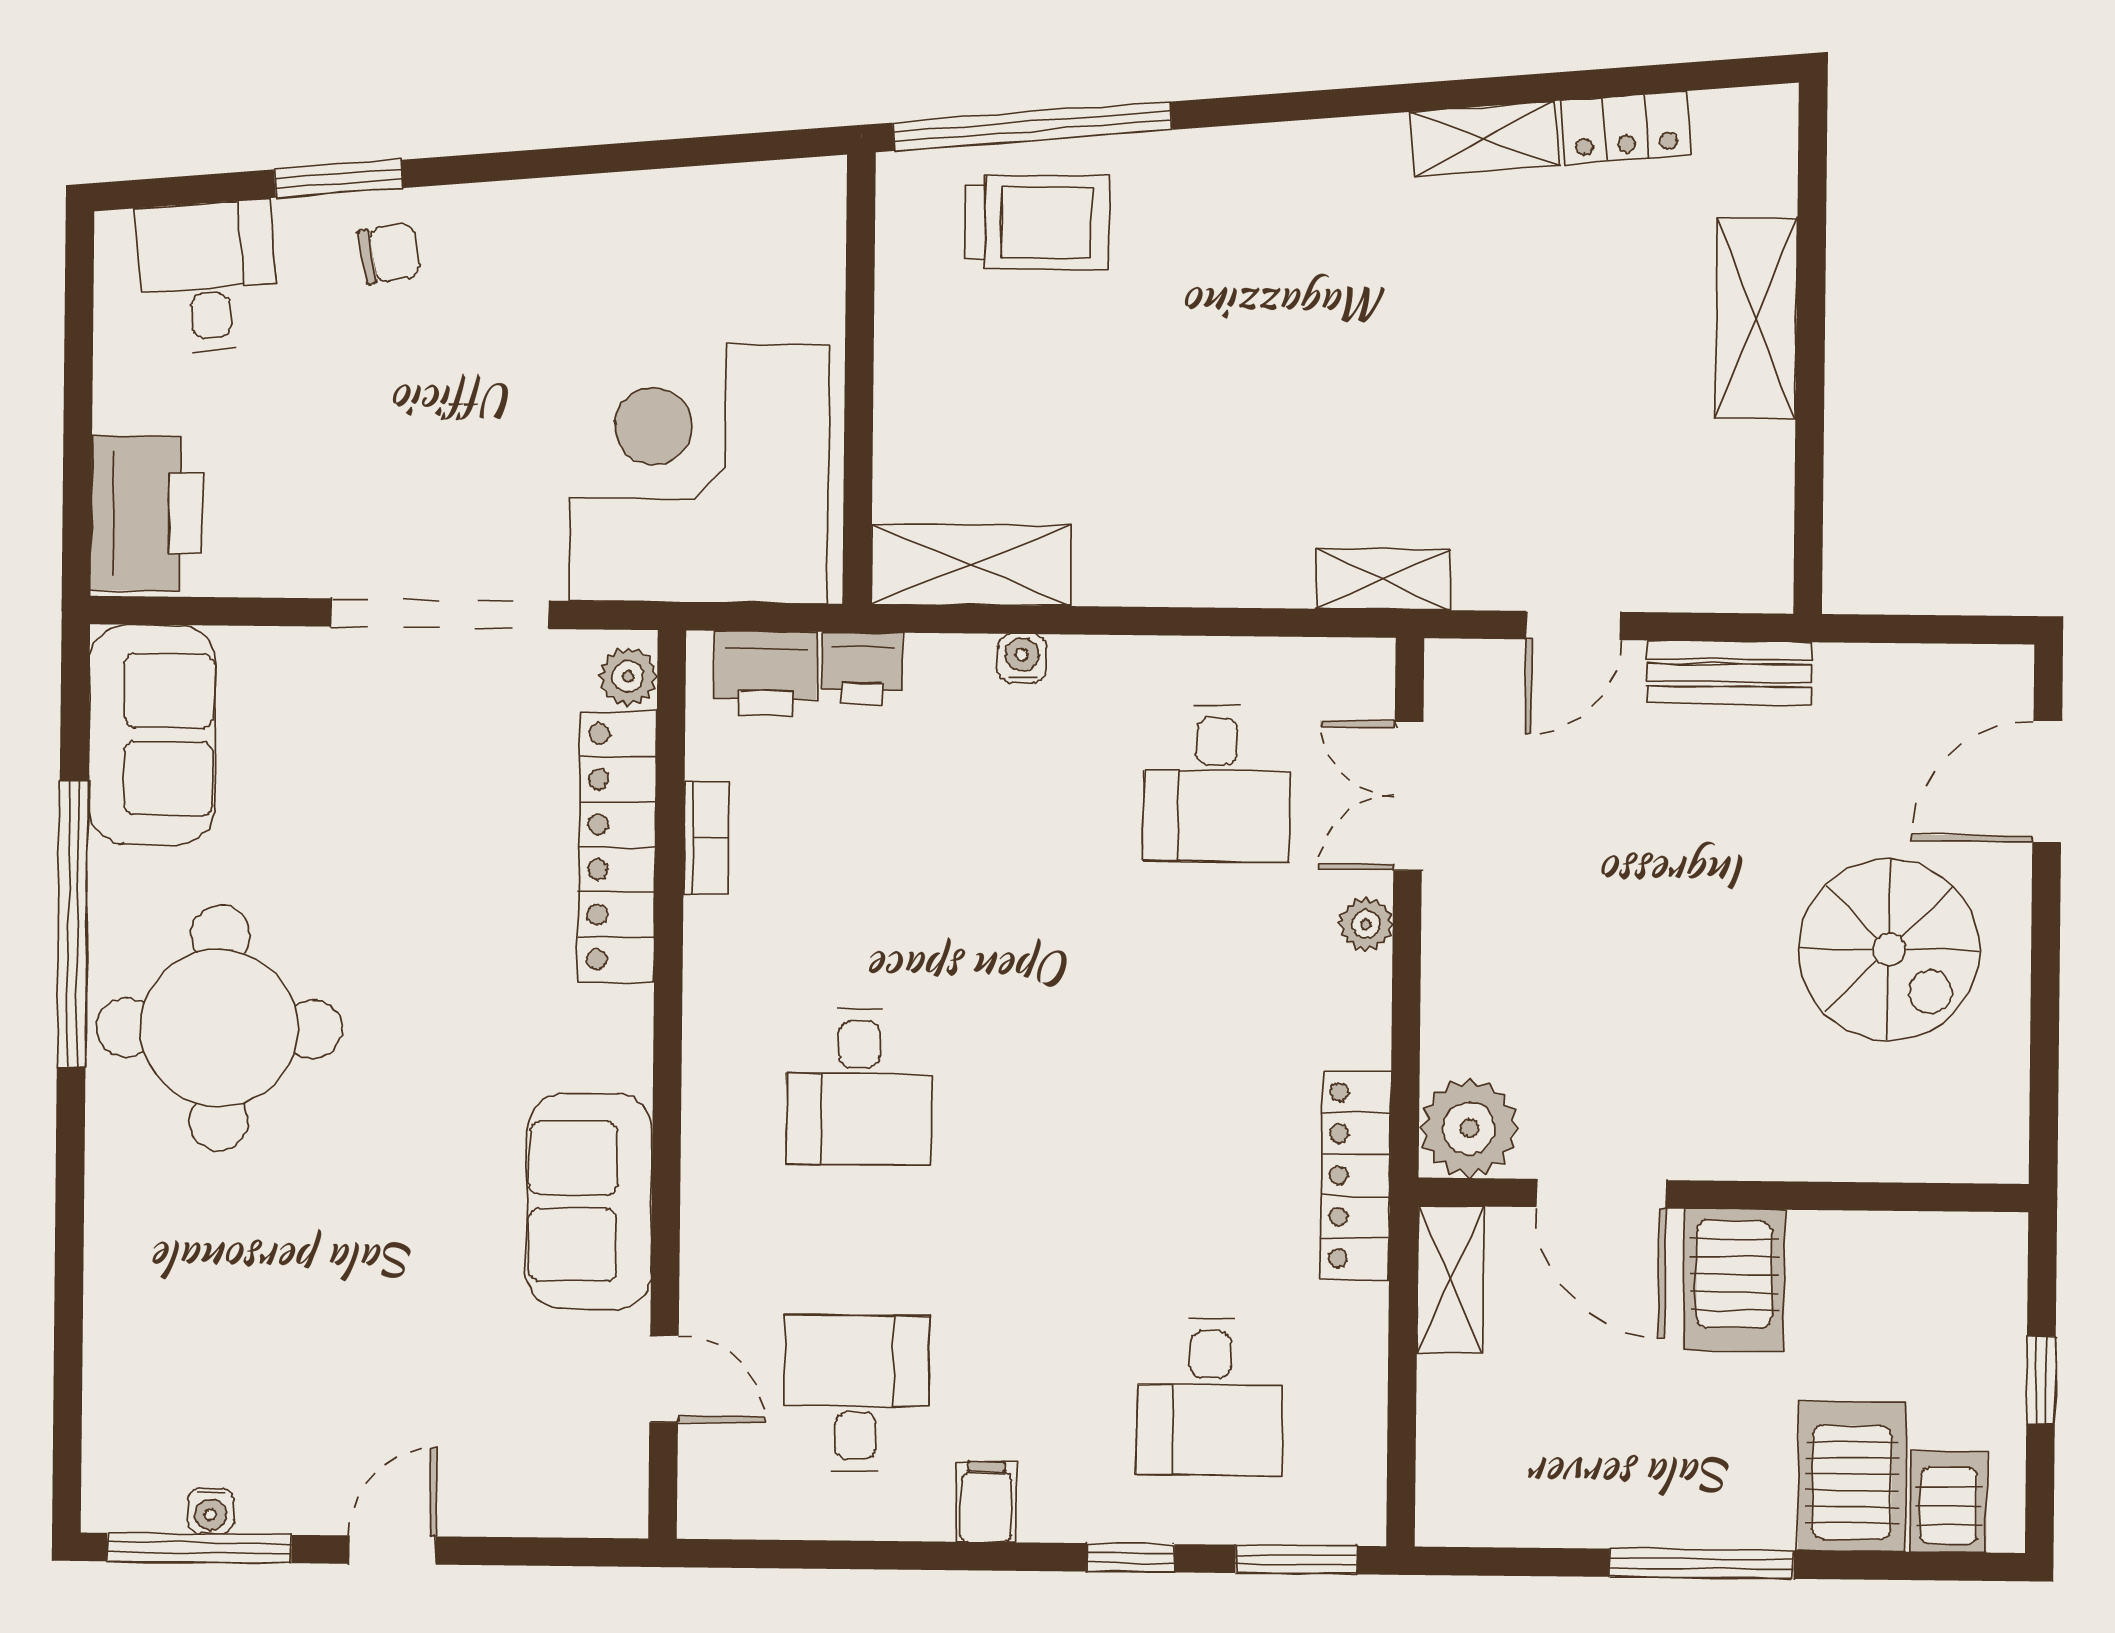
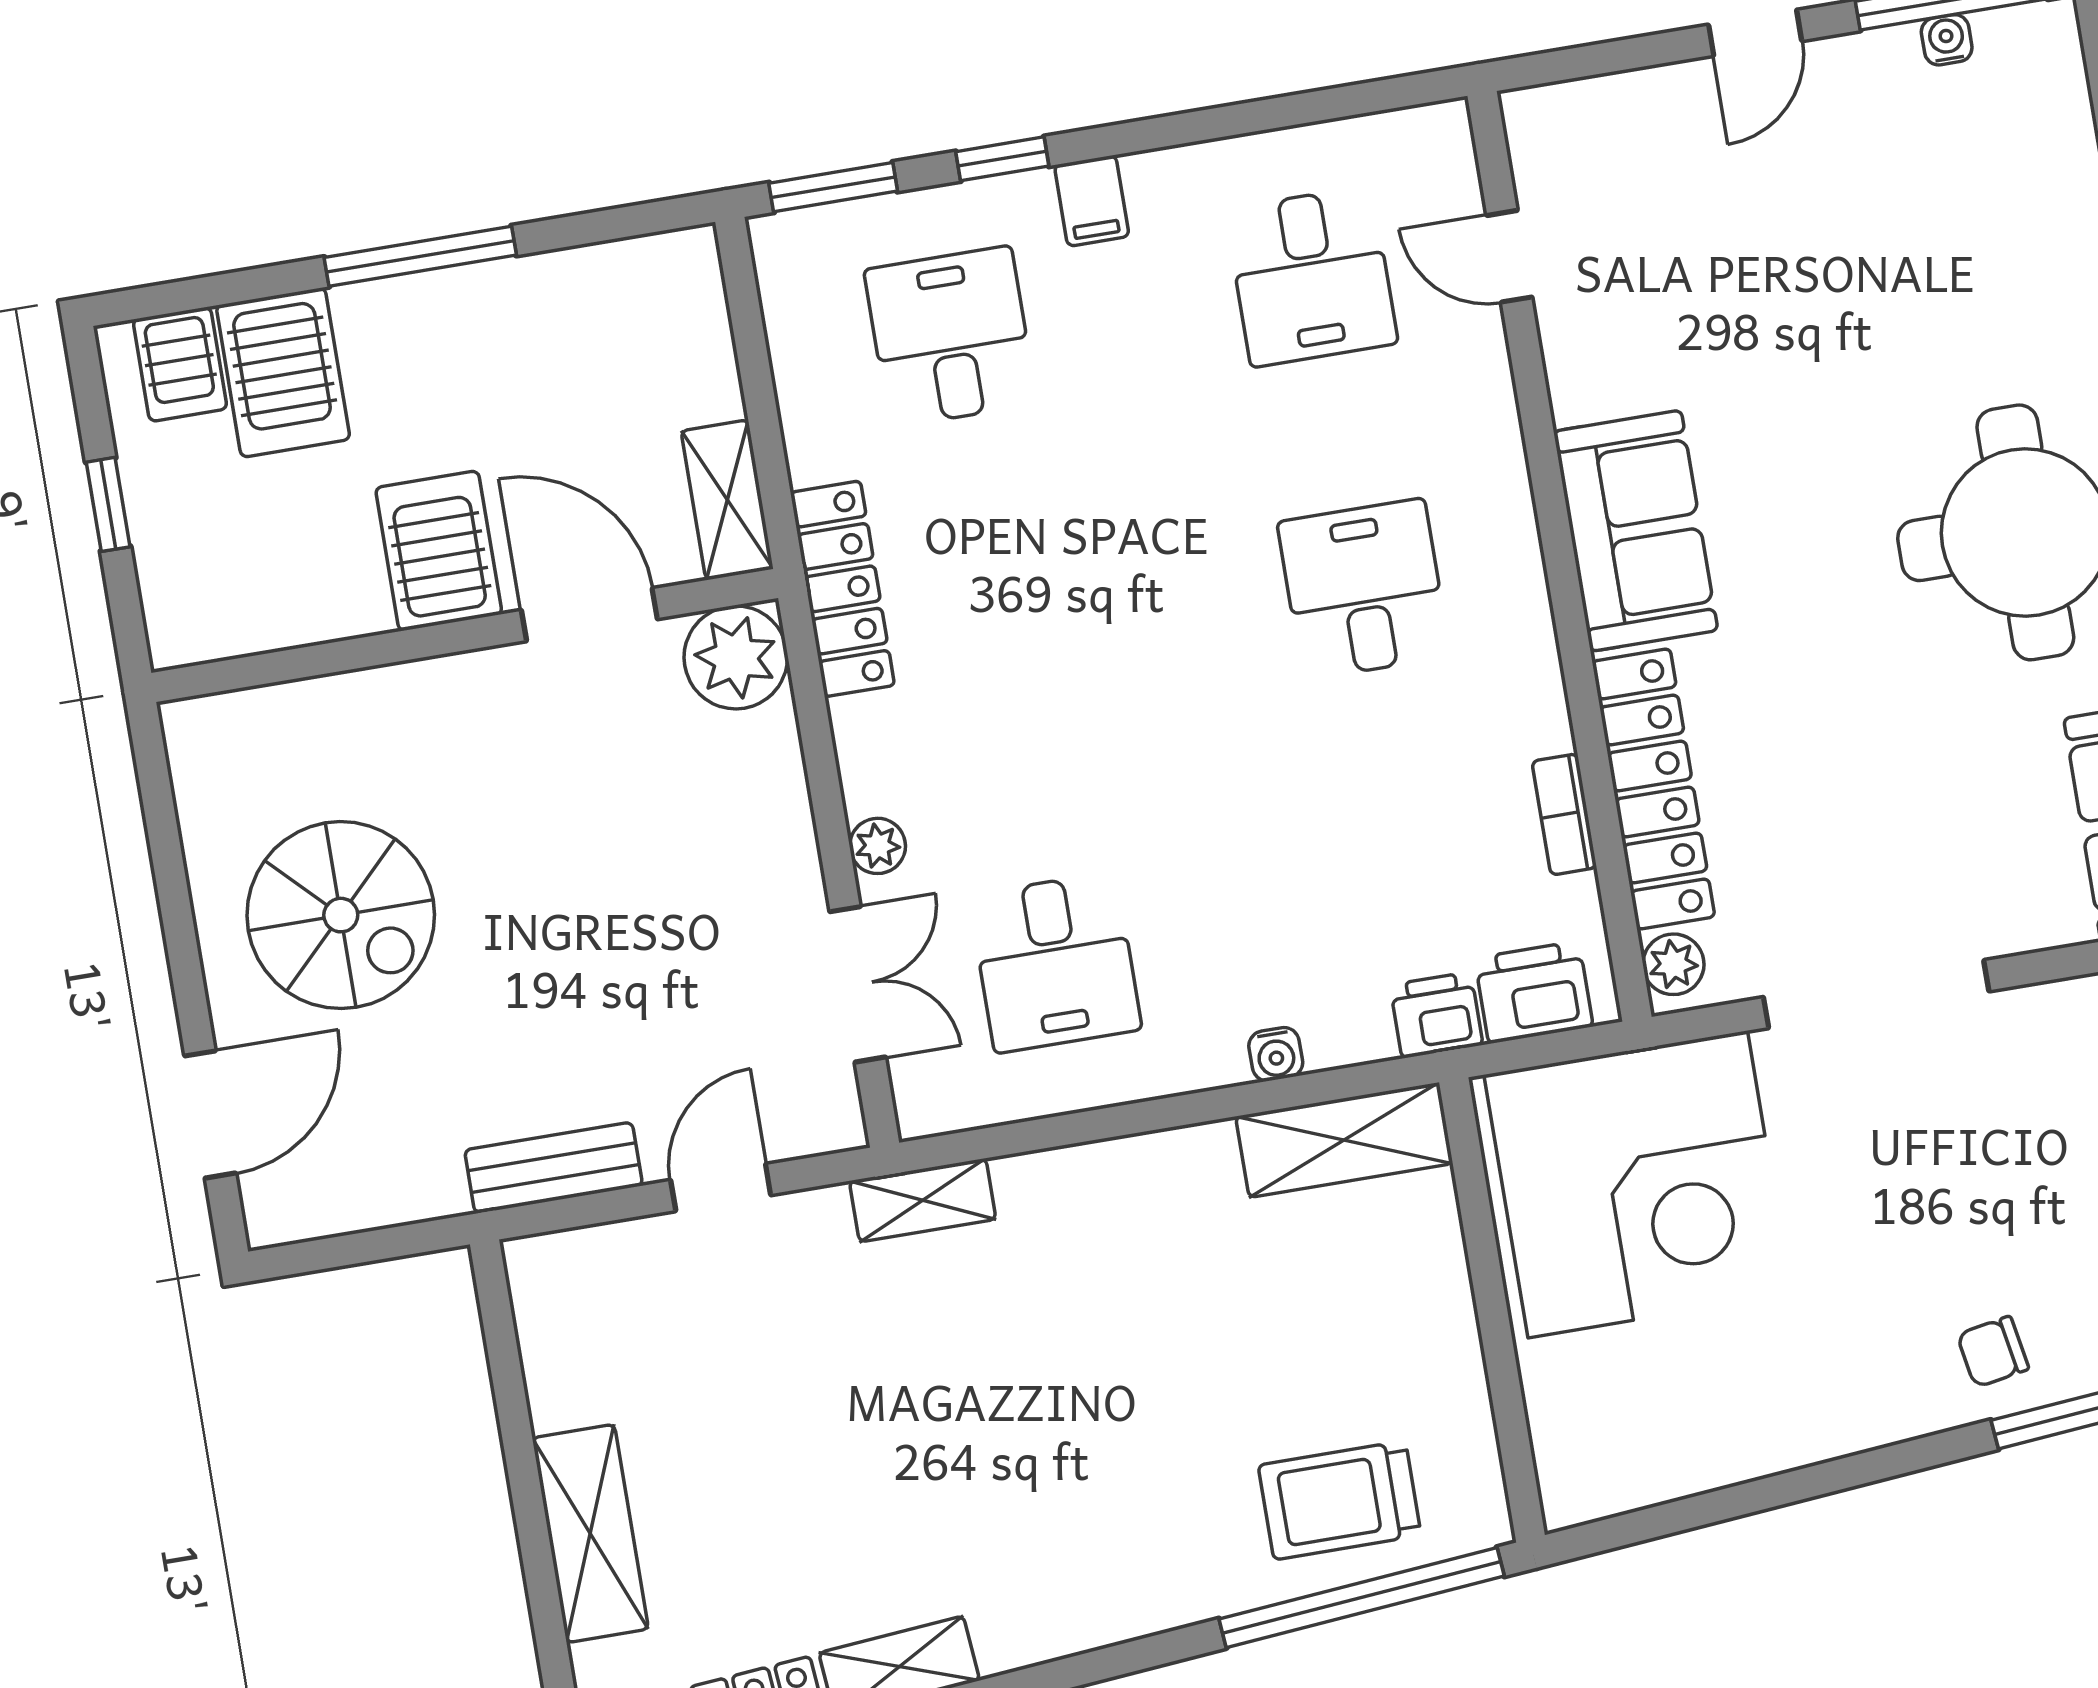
desk: (1216, 783) -> (1055, 962), turned 180
spiral stairs: (1889, 950) -> (341, 915), turned 180
sofa: (589, 1202) -> (1636, 531), moved
filing cabinet: (986, 1502) -> (1092, 201), moved

